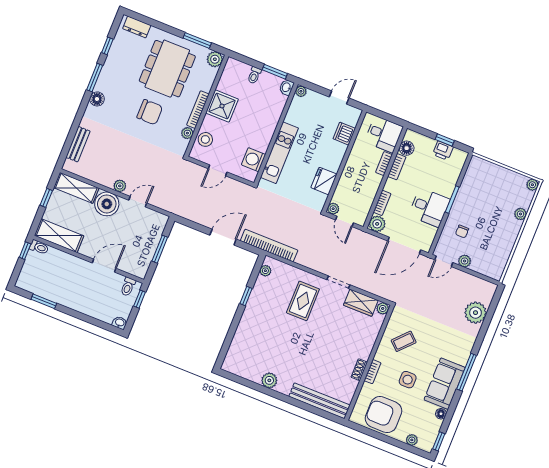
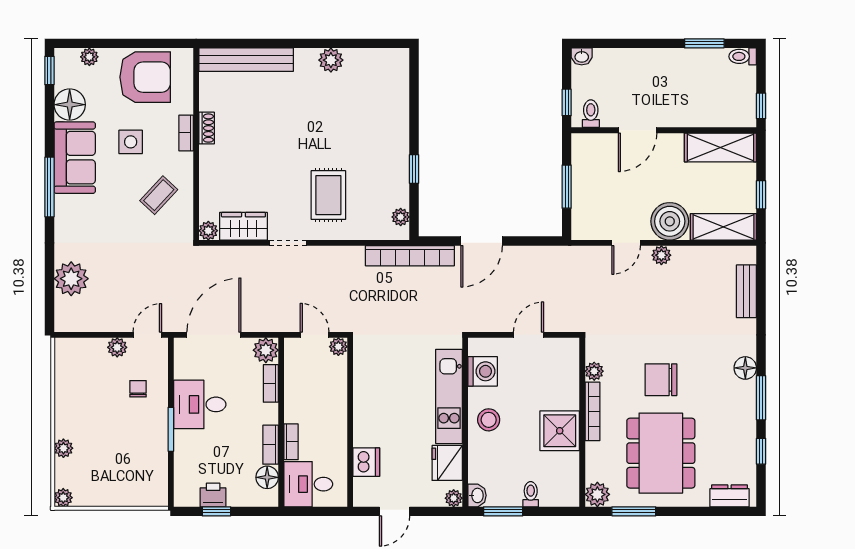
stool: (205, 139) -> (489, 420), moved
fridge: (324, 181) -> (447, 463), moved, turned 180
toilet: (39, 247) -> (743, 56), moved
floor lamp: (441, 414) -> (70, 105), width x1.89, depth x1.89

